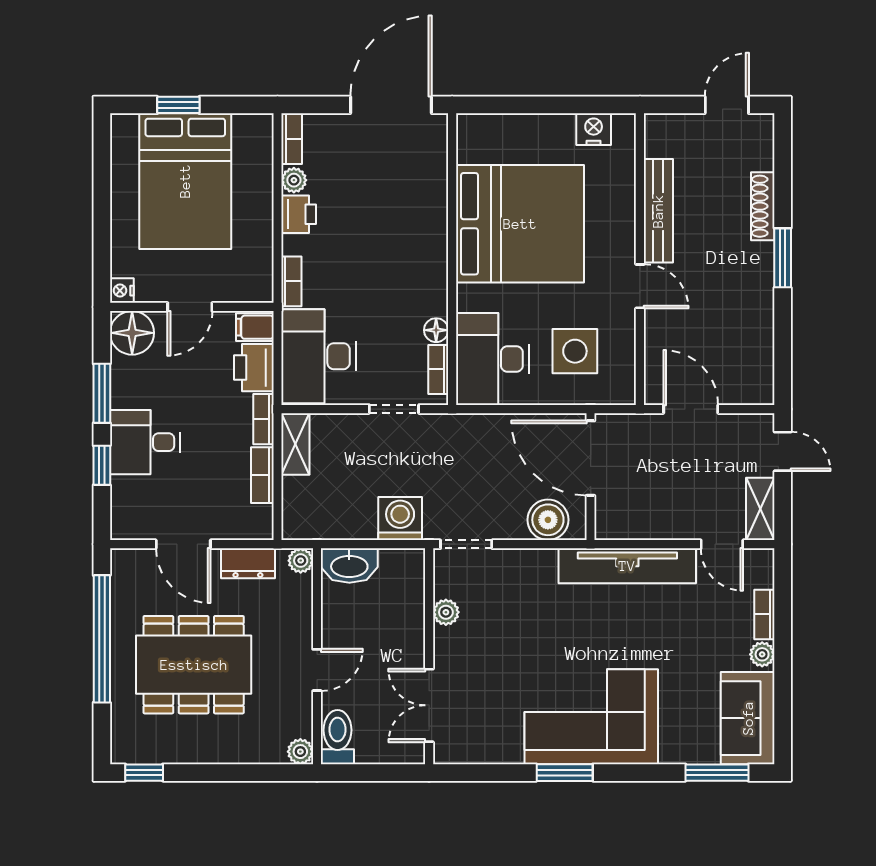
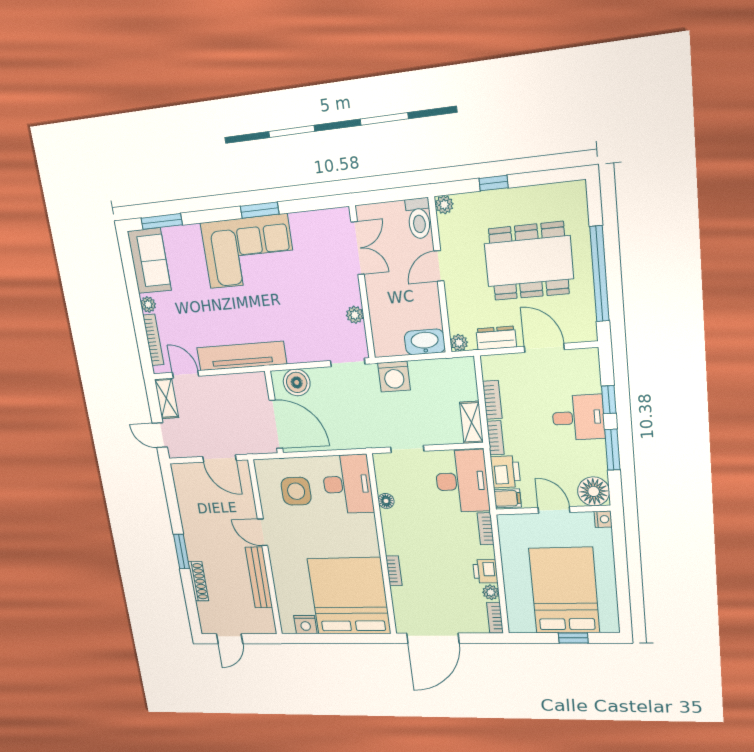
bed: (520, 224) -> (349, 596), moved, turned 90
door: (190, 307) -> (554, 510), hinge flipped
bookcase: (438, 369) -> (394, 571), moved
bookcase: (764, 614) -> (153, 340), width x1.56
window: (144, 773) -> (494, 183), moved

